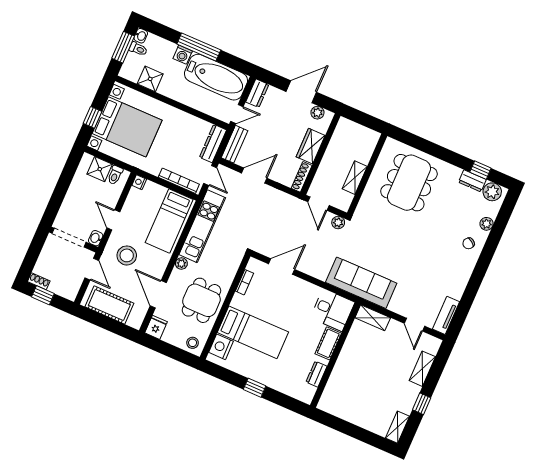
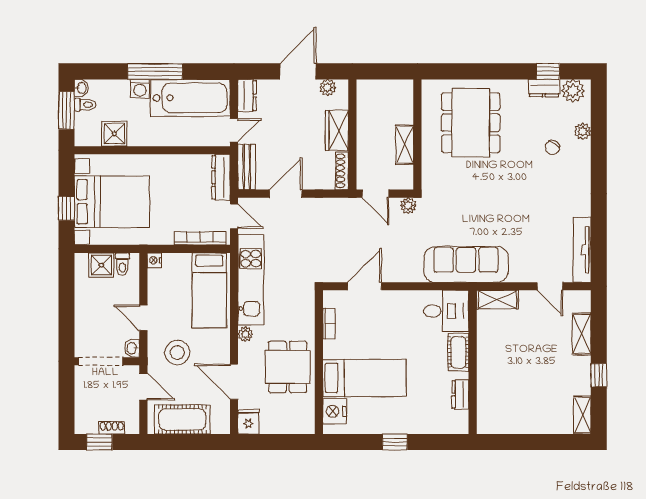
chair: (469, 243) -> (552, 147), moved
shoe rack: (39, 281) -> (112, 428), moved
tv unit: (446, 315) -> (582, 250), width x1.41
stool: (193, 343) -> (299, 421), removed

